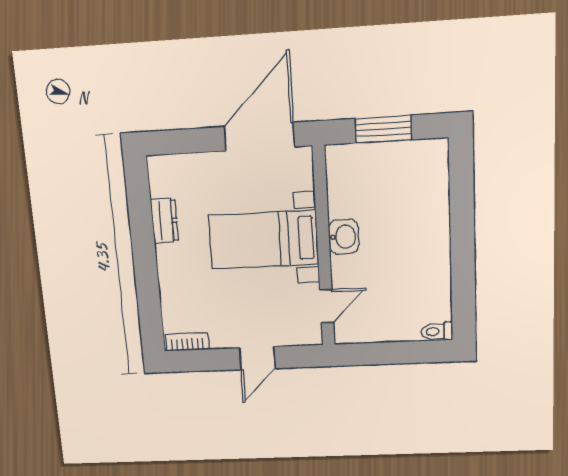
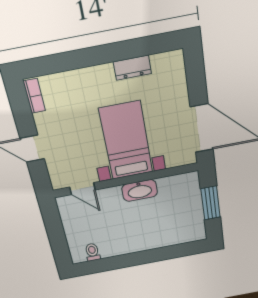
washbasin: (344, 237) -> (140, 190), width x1.38
toilet: (437, 331) -> (92, 252), moved

